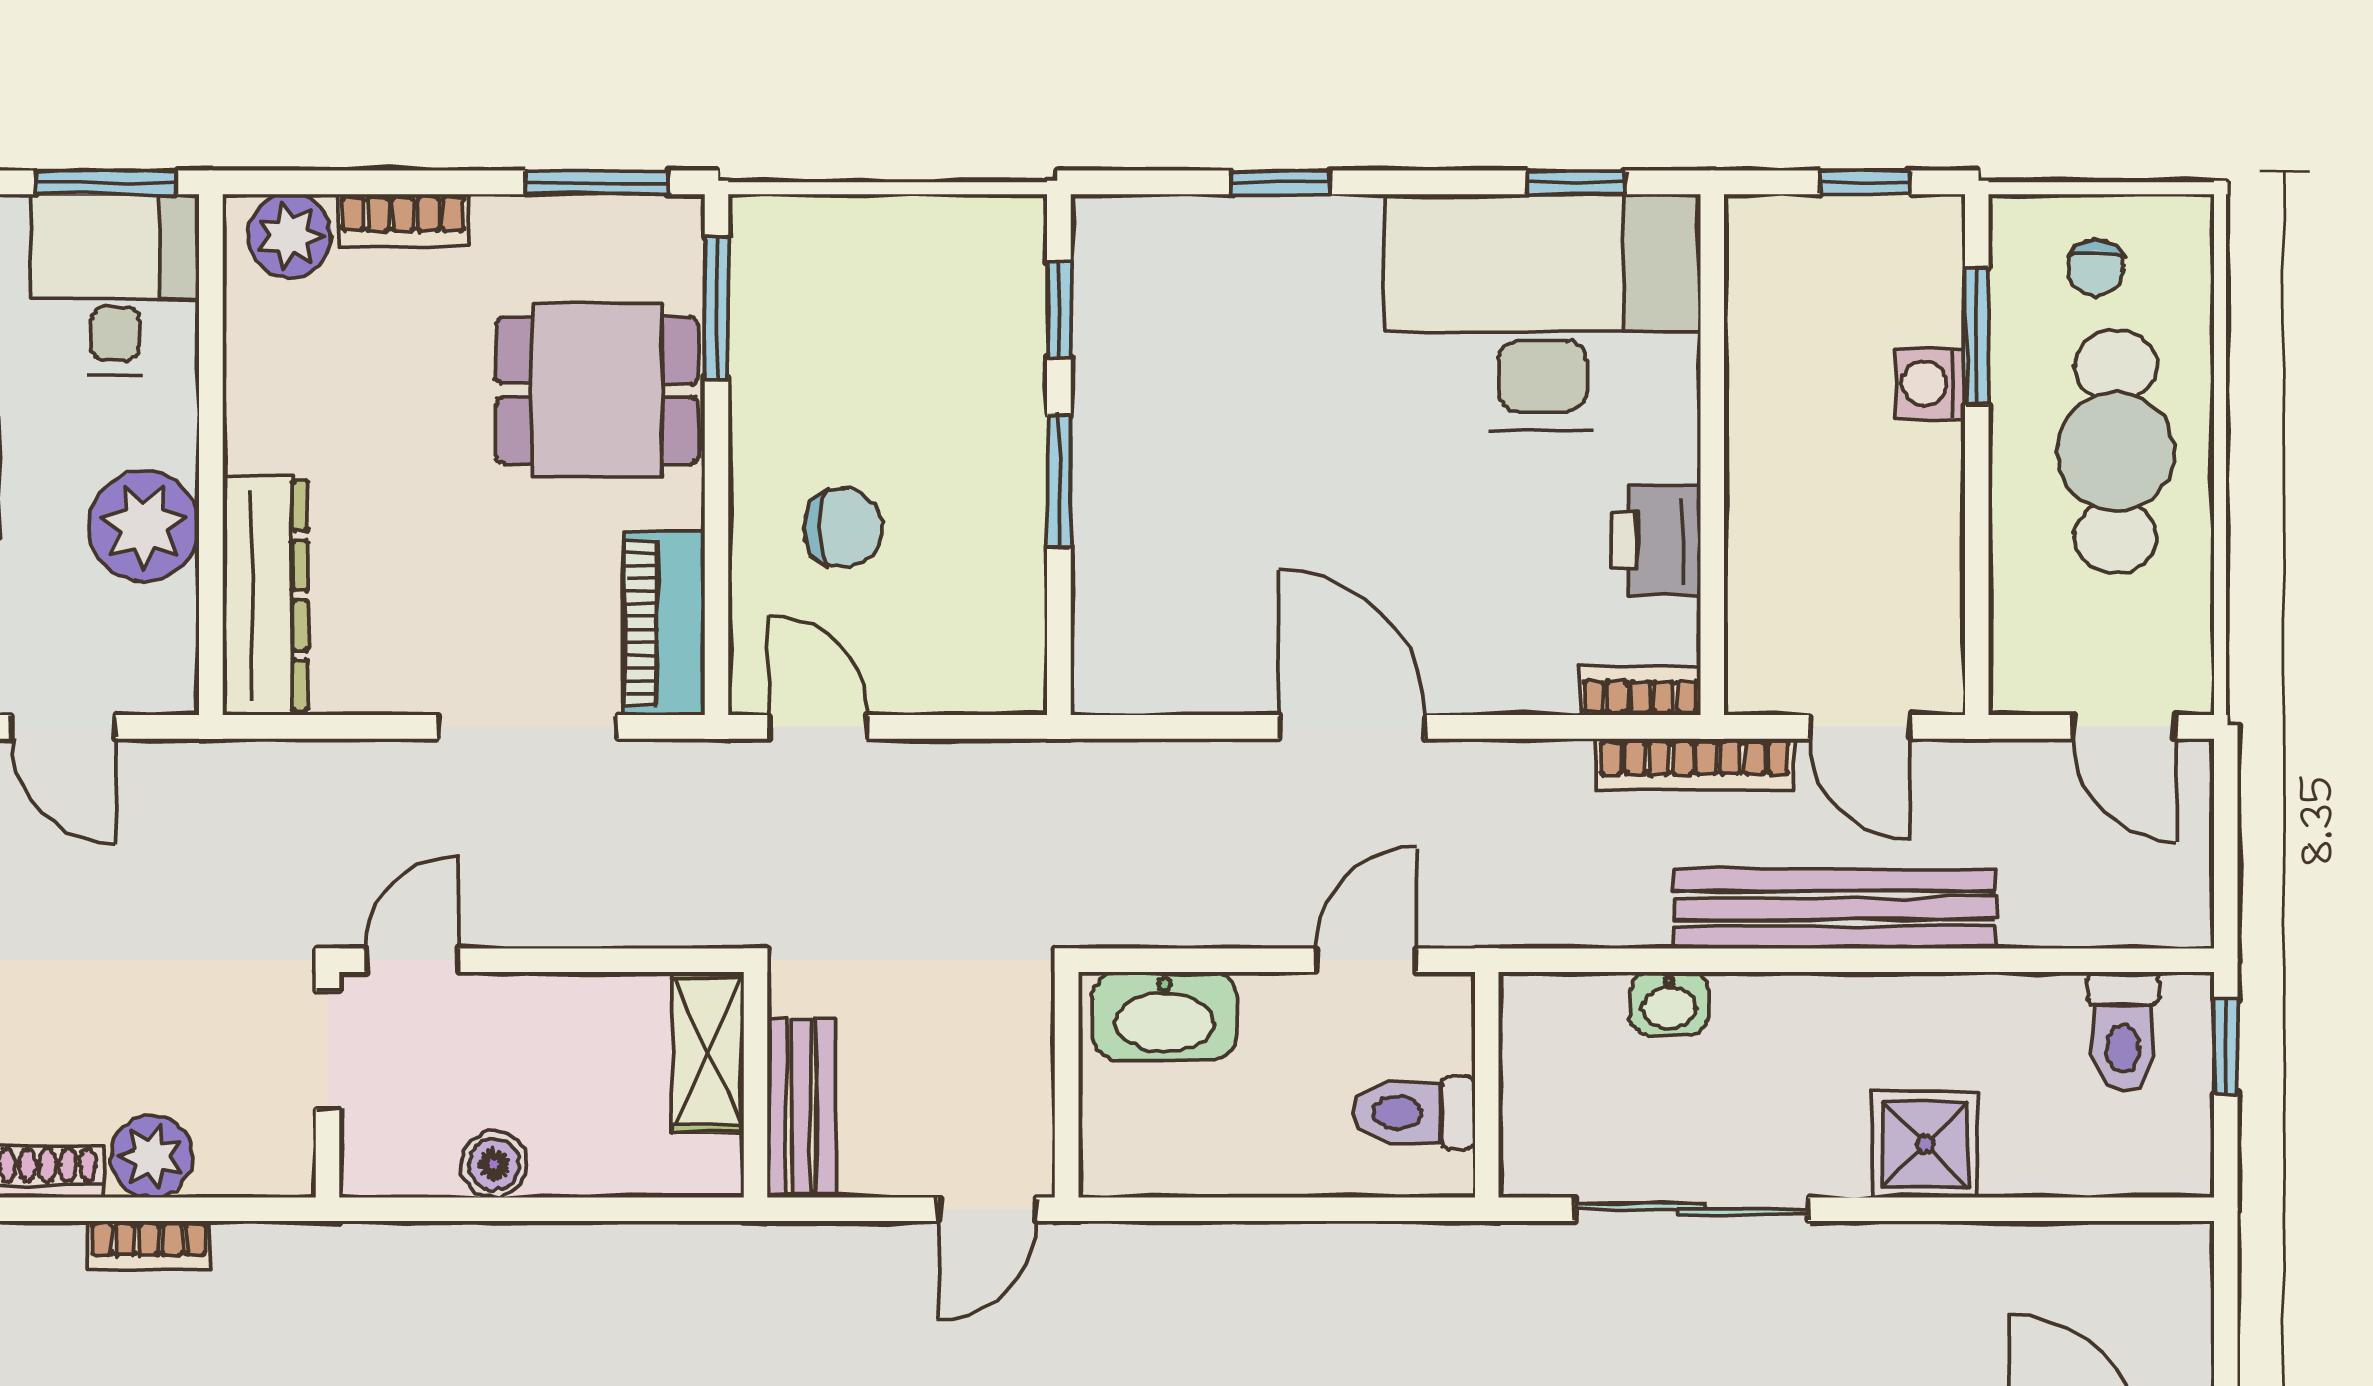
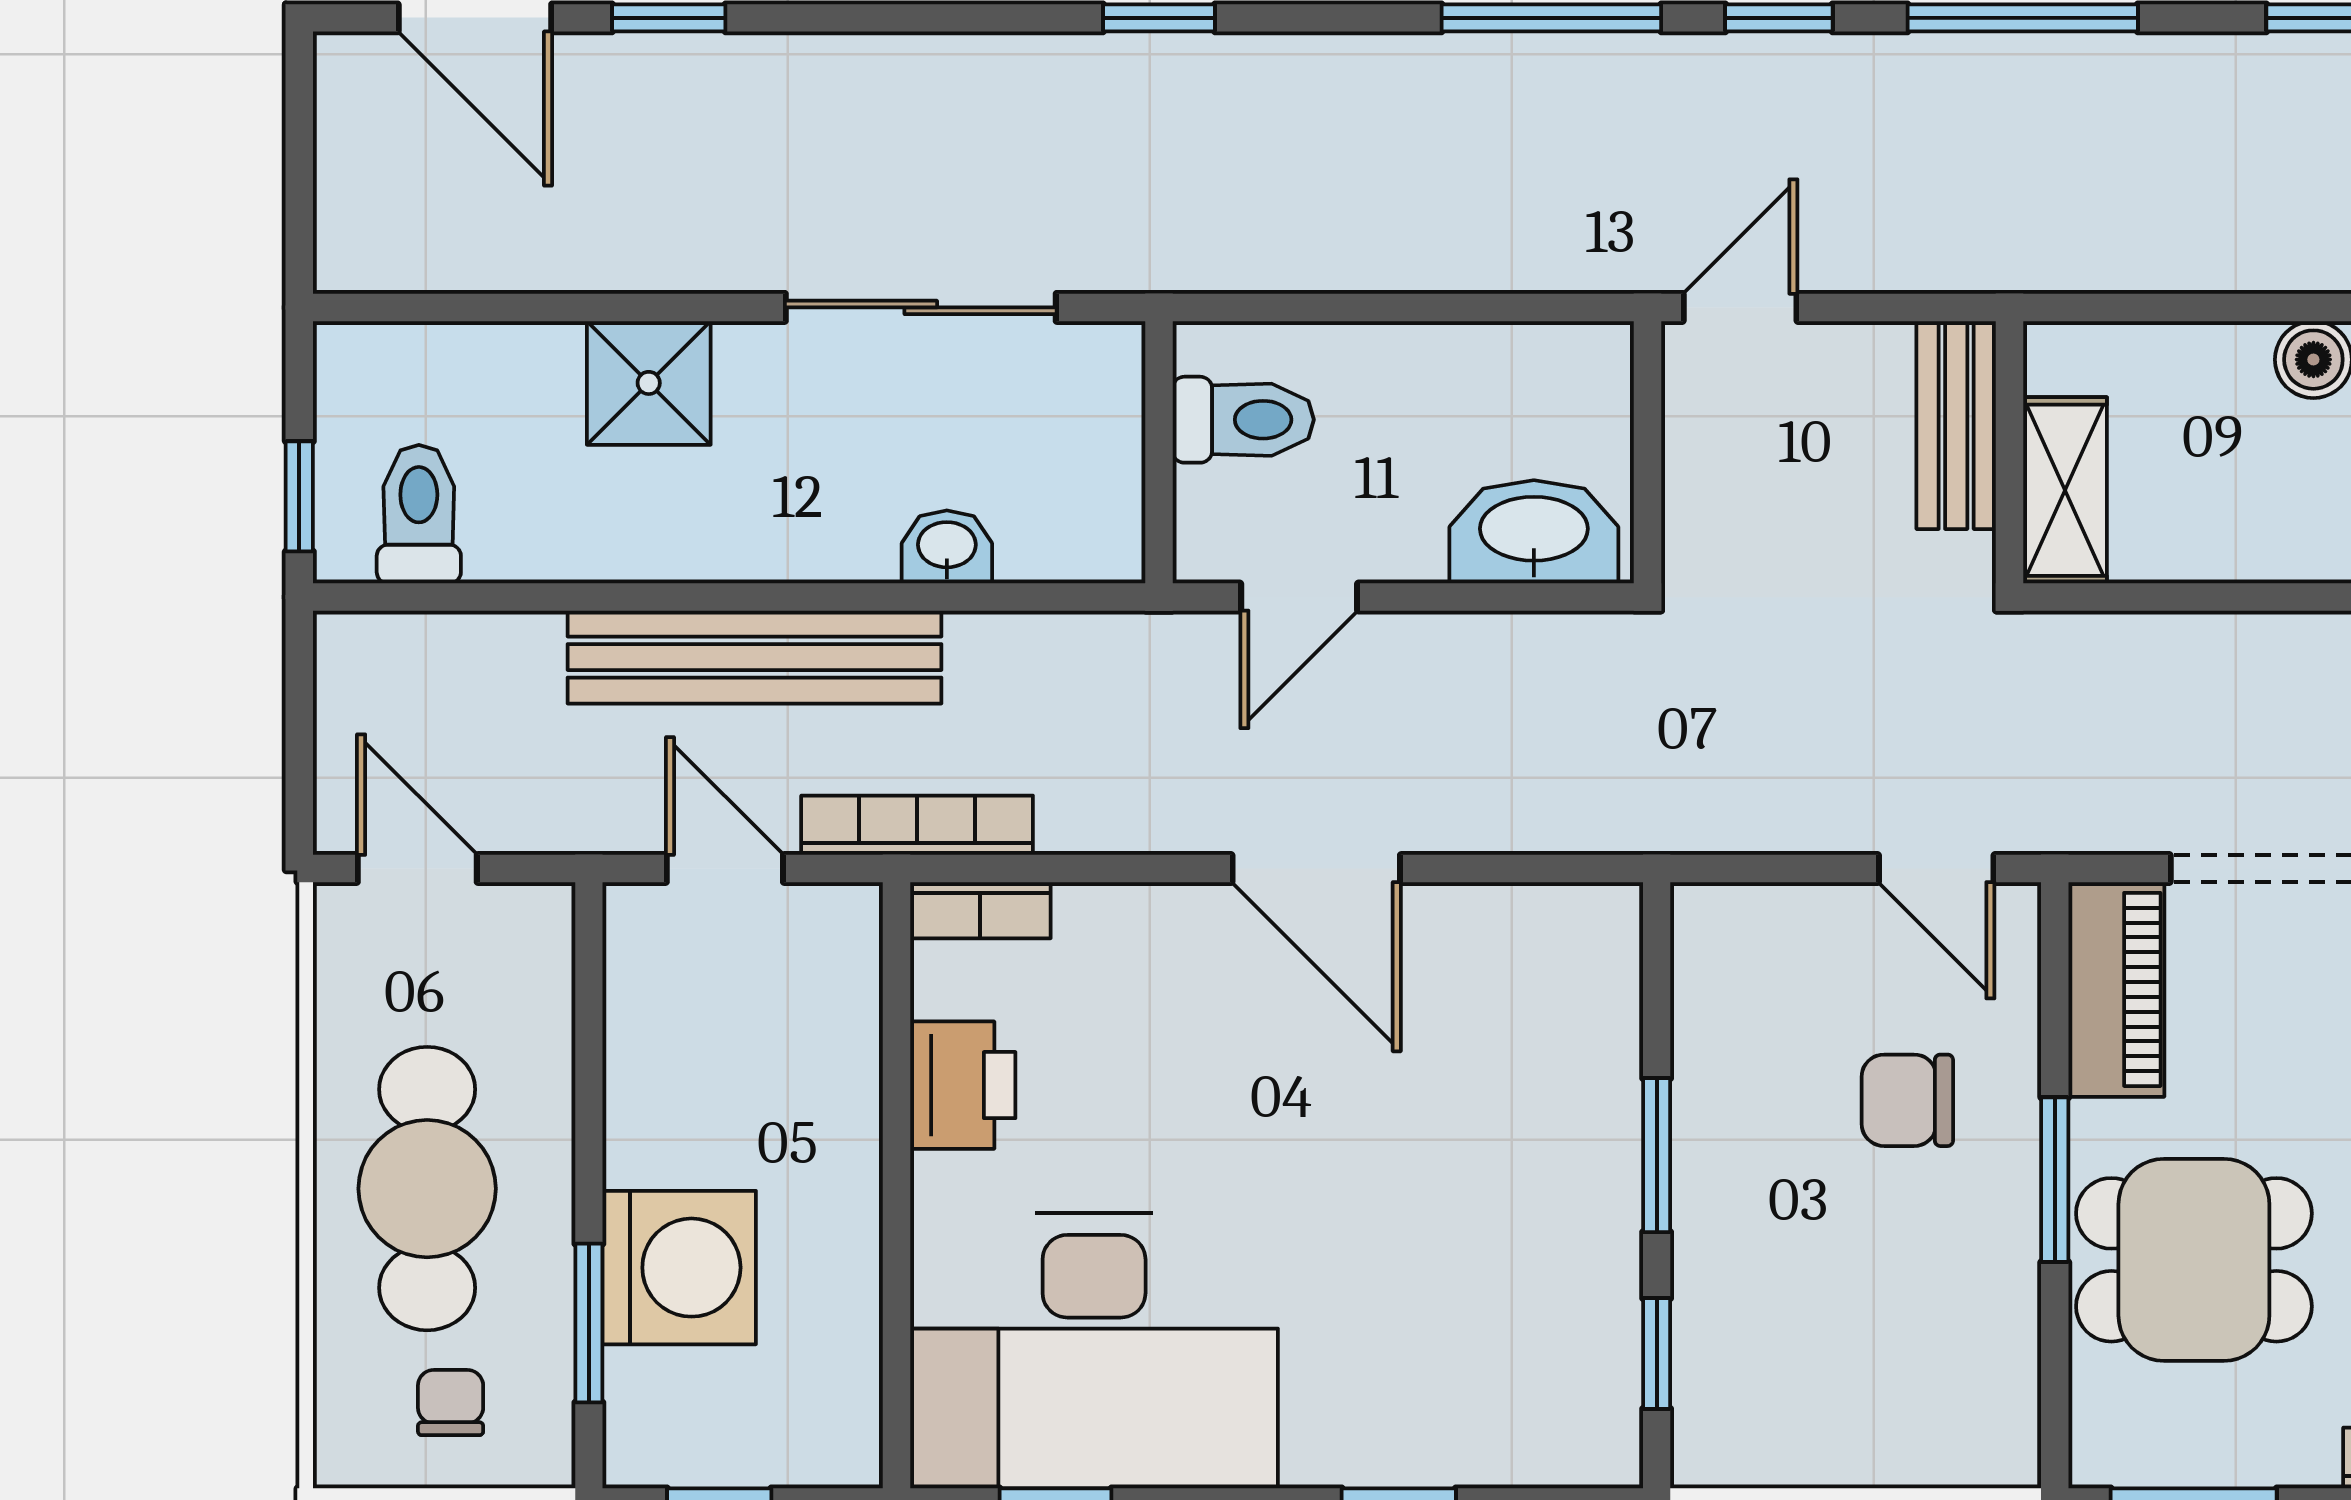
window: (717, 309) -> (2055, 1180), moved
washing machine: (1930, 384) -> (679, 1268), width x1.89, depth x1.89

